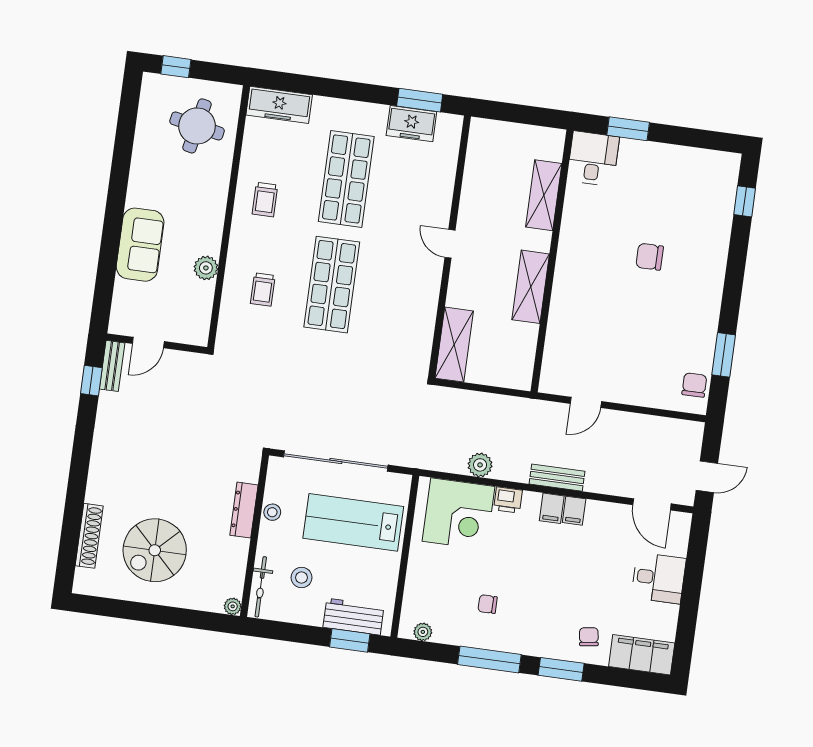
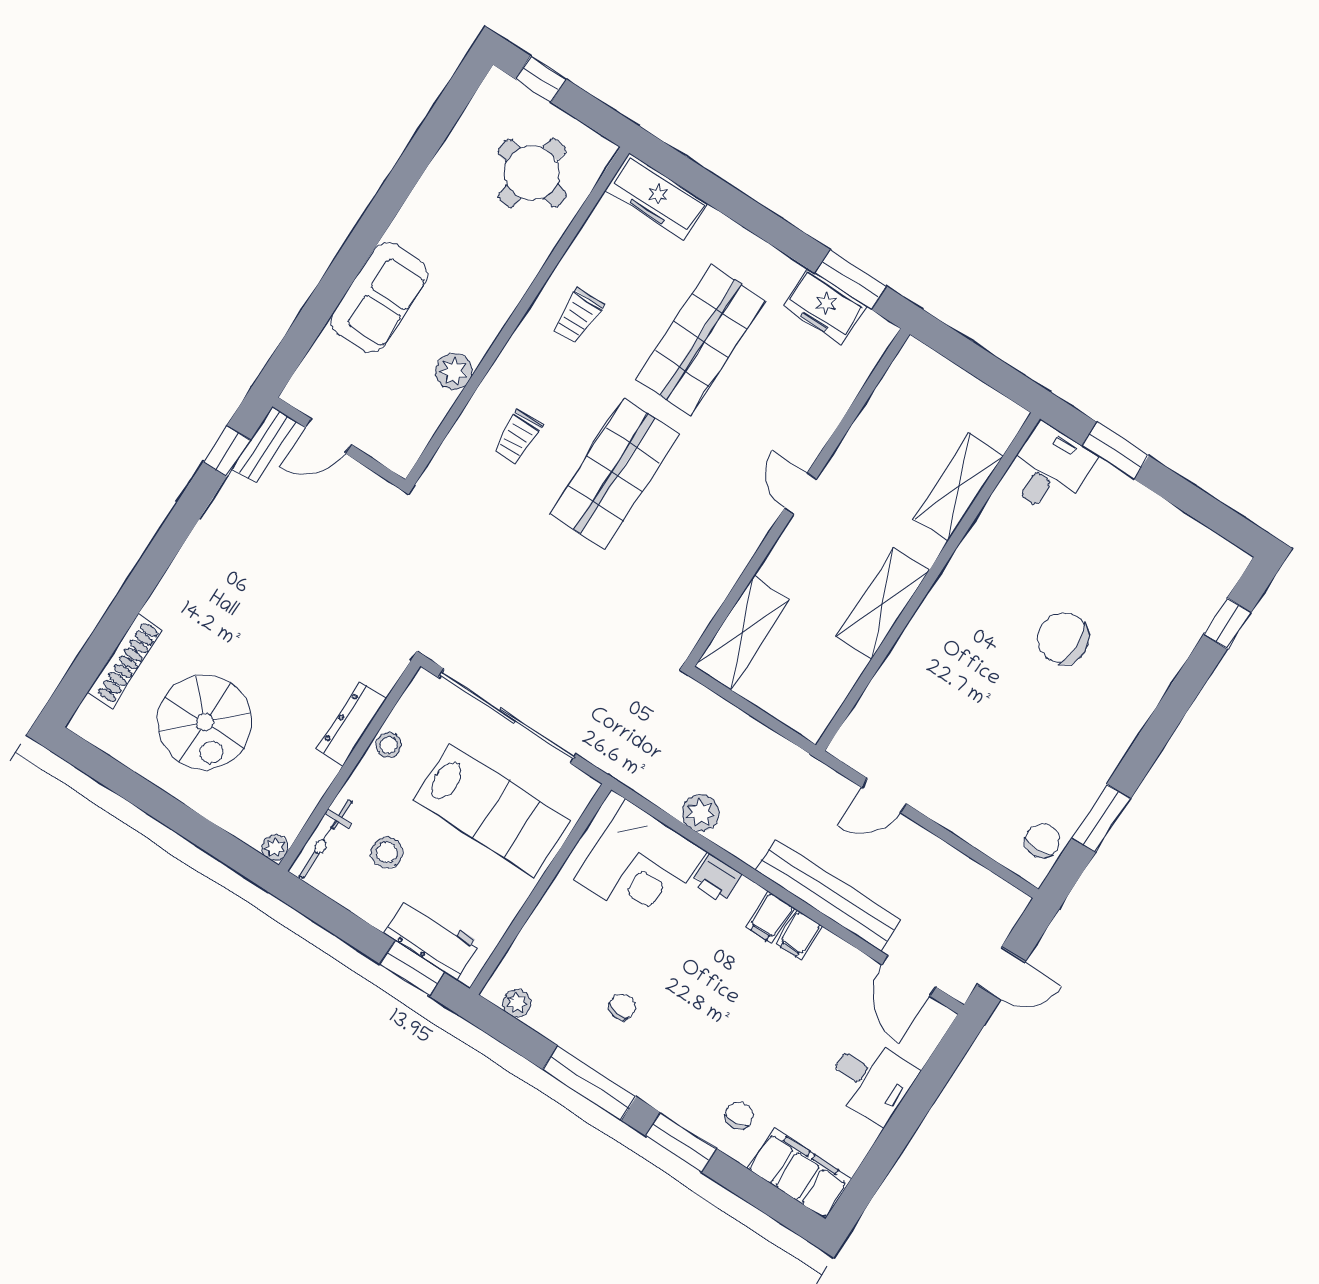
chair: (650, 257) -> (1063, 638), width x1.37, depth x1.37
bench: (557, 478) -> (828, 895), width x1.86, depth x1.21
lab bench: (353, 522) -> (492, 810), turned 180
spiral stairs: (155, 550) -> (205, 722), turned -90
chair: (488, 604) -> (622, 1007), turned 94

